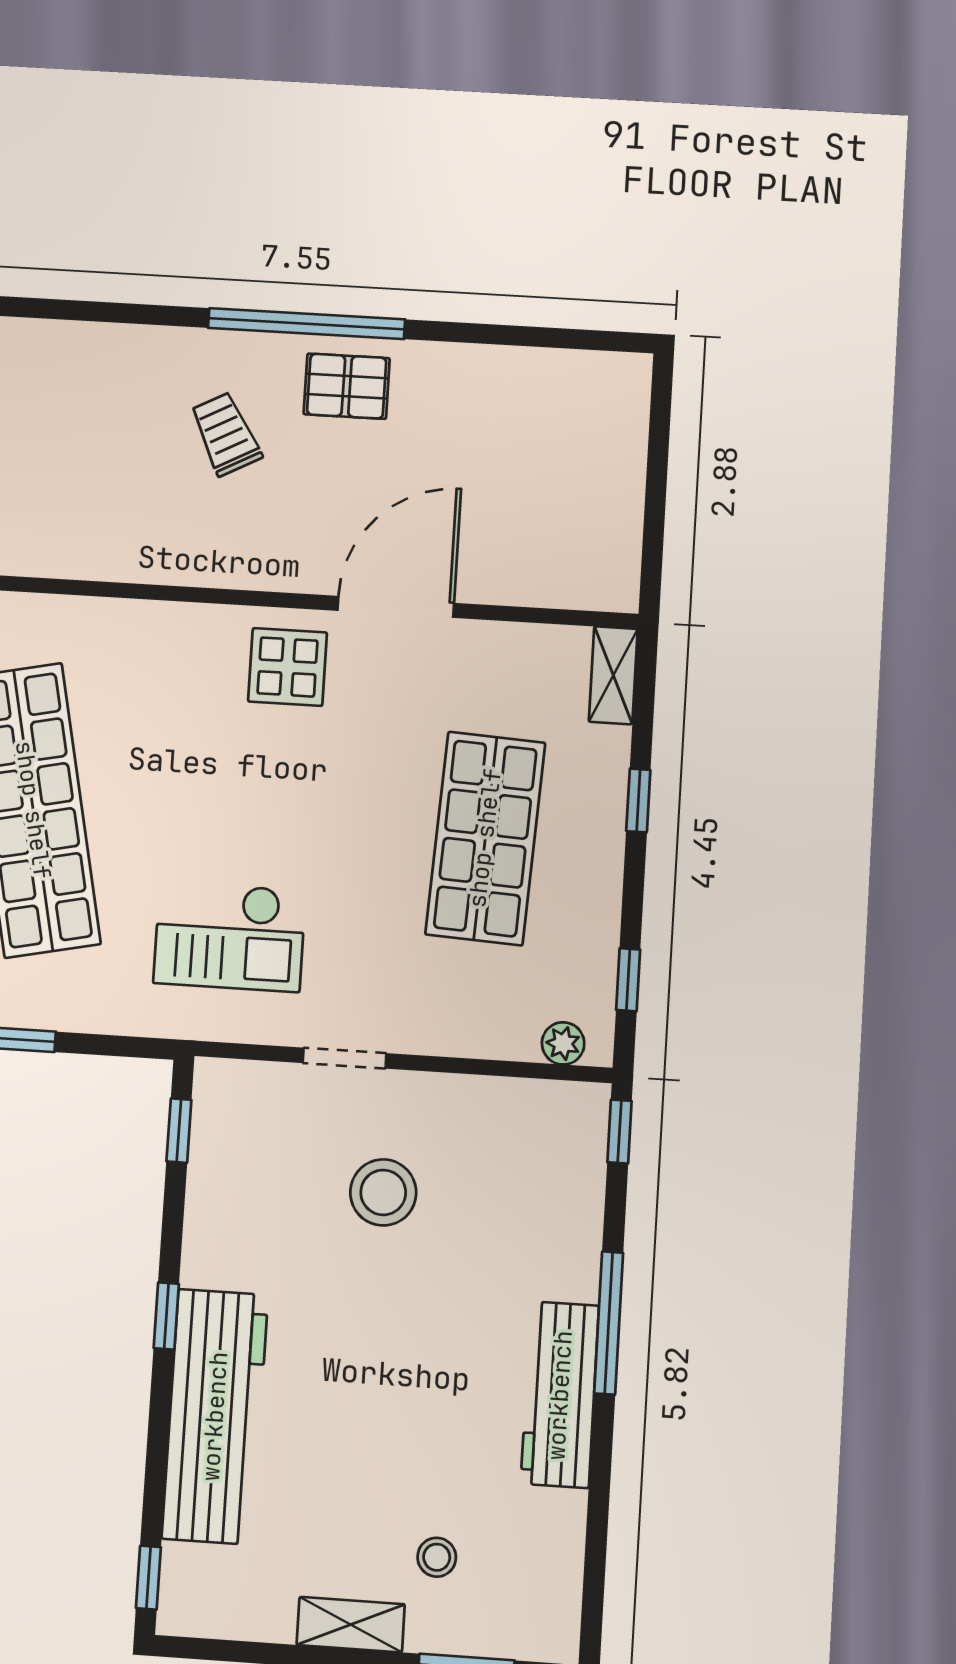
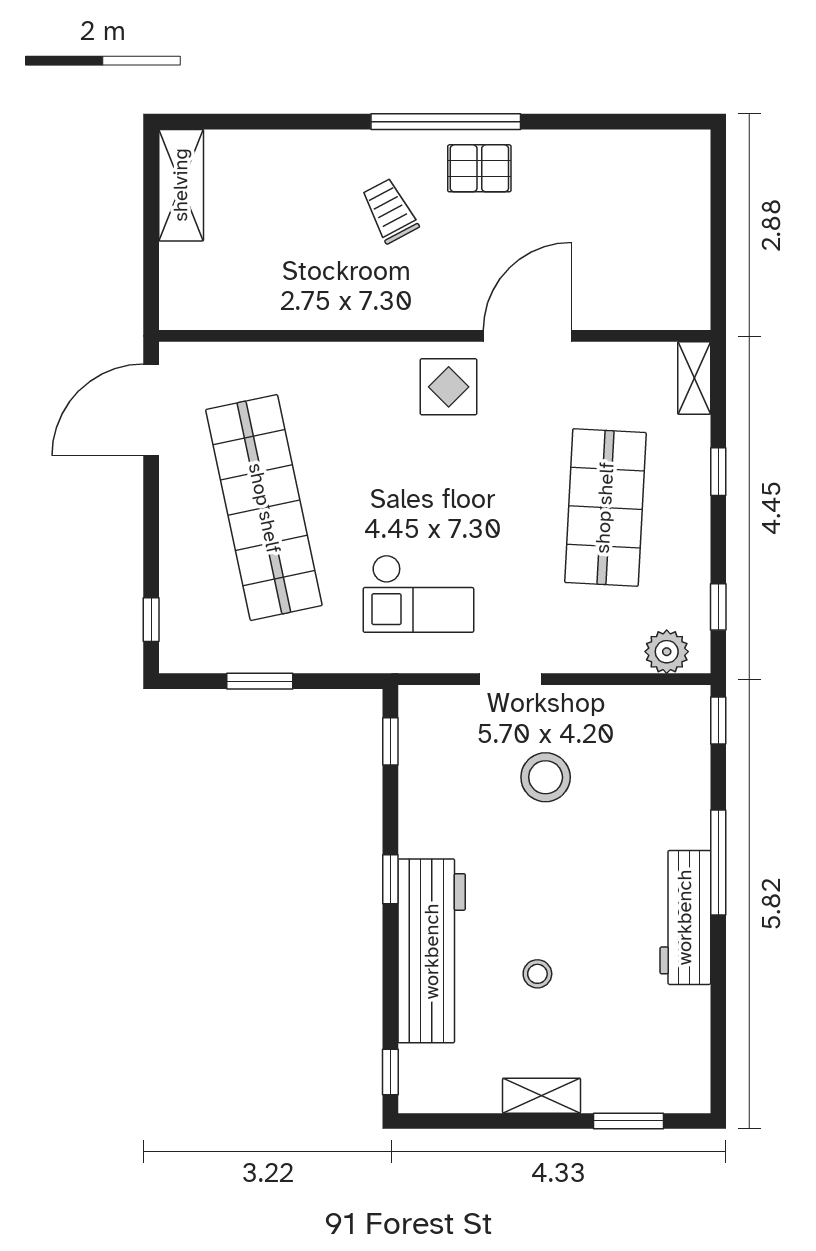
plant: (563, 1043) -> (667, 652), width x1.38, depth x1.38
stool: (437, 1557) -> (537, 974), moved

